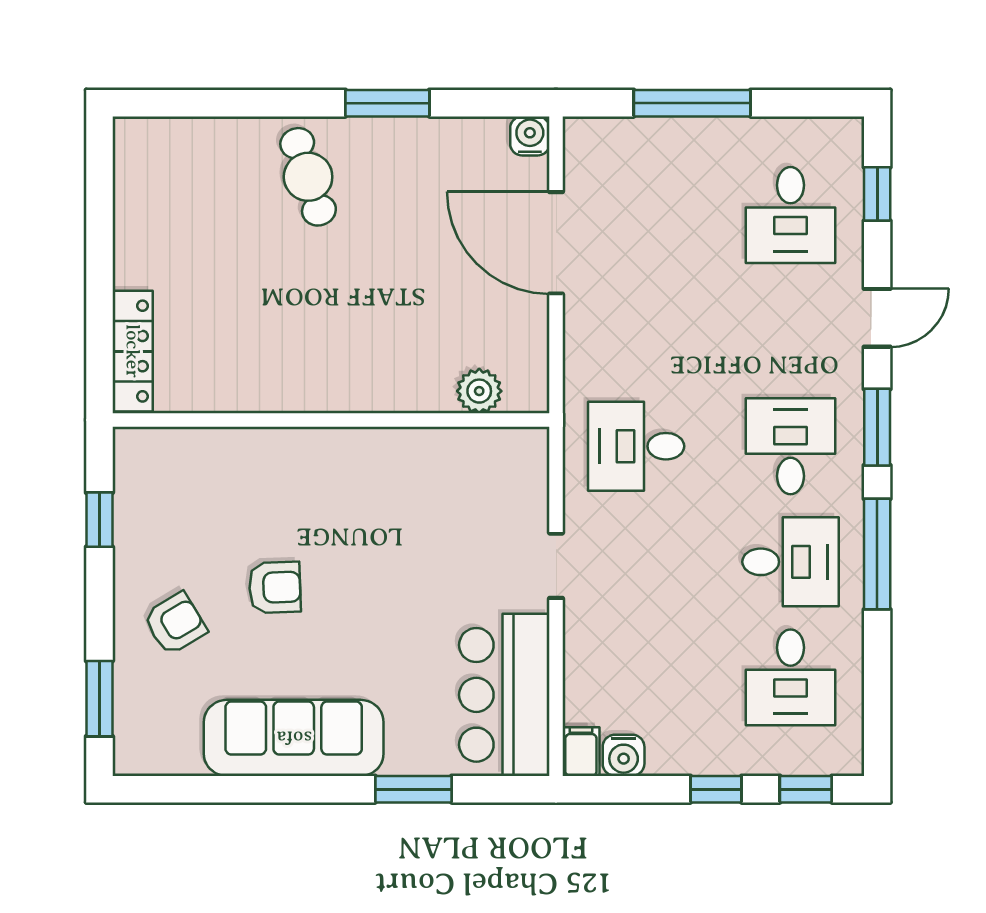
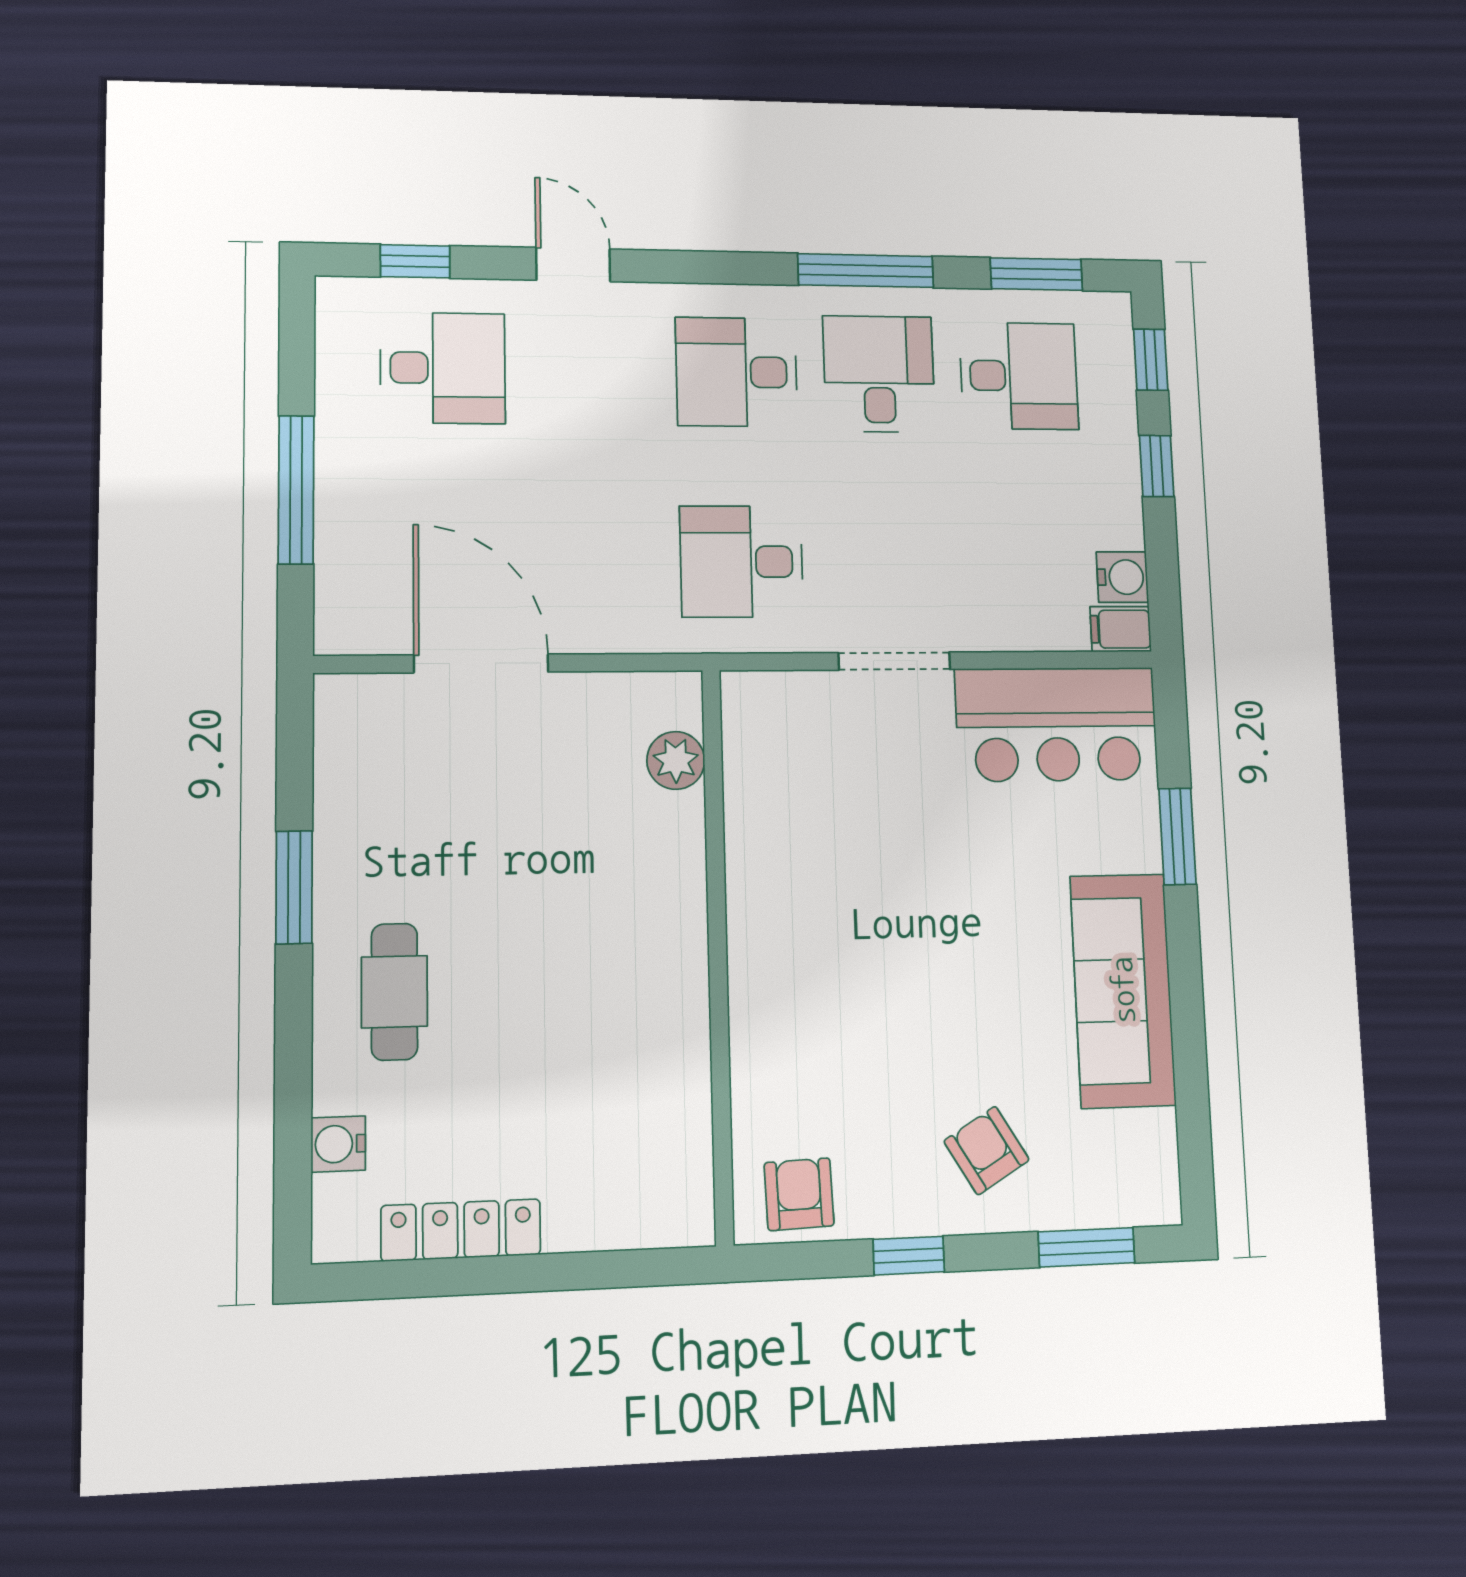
water cooler: (530, 136) -> (338, 1144), moved
cafe table: (308, 177) -> (394, 992), turned -72
door: (556, 243) -> (481, 663), swing flipped
locker: (133, 351) -> (461, 1230), moved
window: (877, 427) -> (1036, 274), moved
desk: (636, 446) -> (741, 562), turned 90
window: (99, 520) -> (909, 1256), moved
doorway: (556, 566) -> (894, 661), width x1.38
armchair: (275, 587) -> (799, 1194), moved

